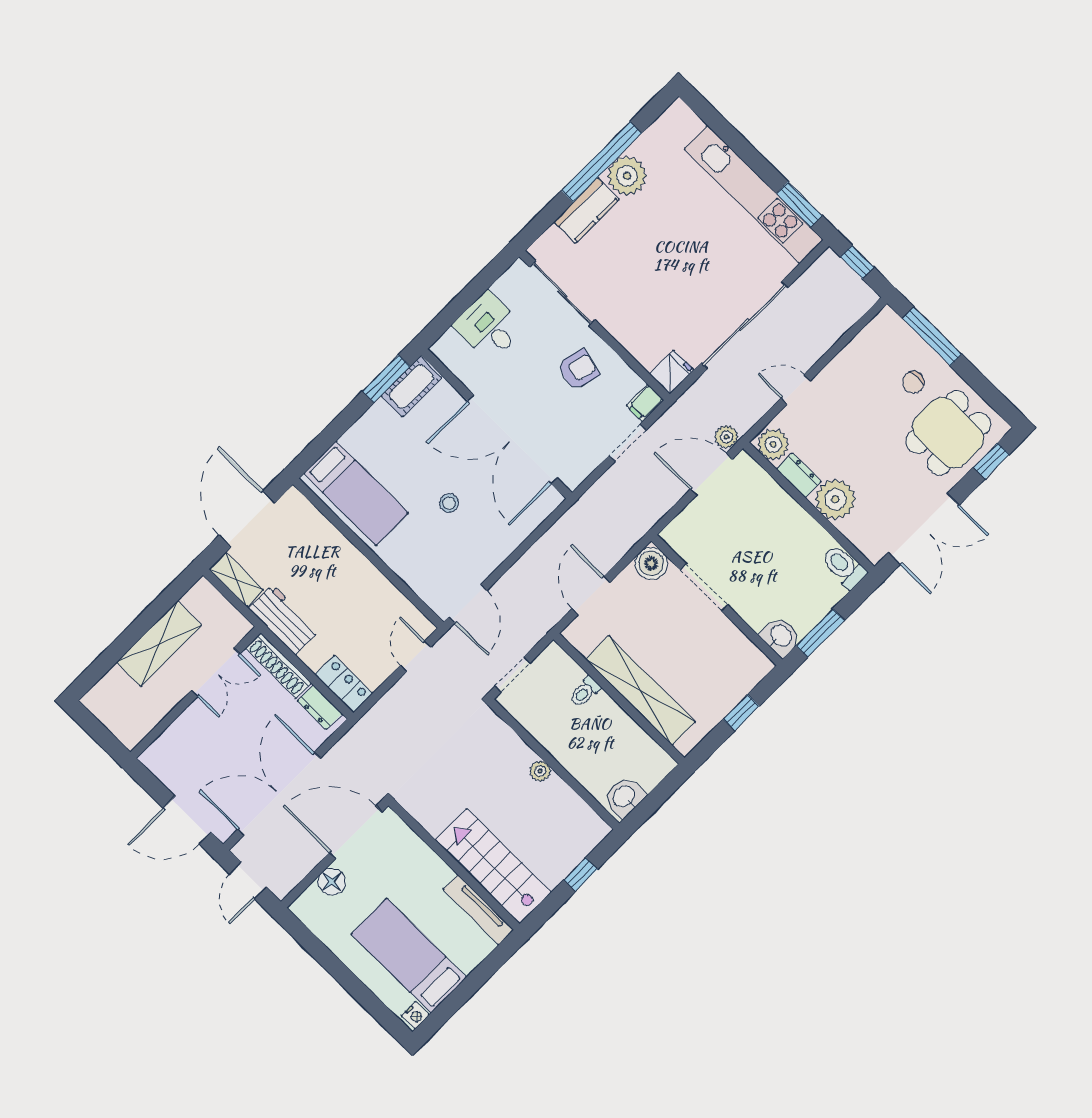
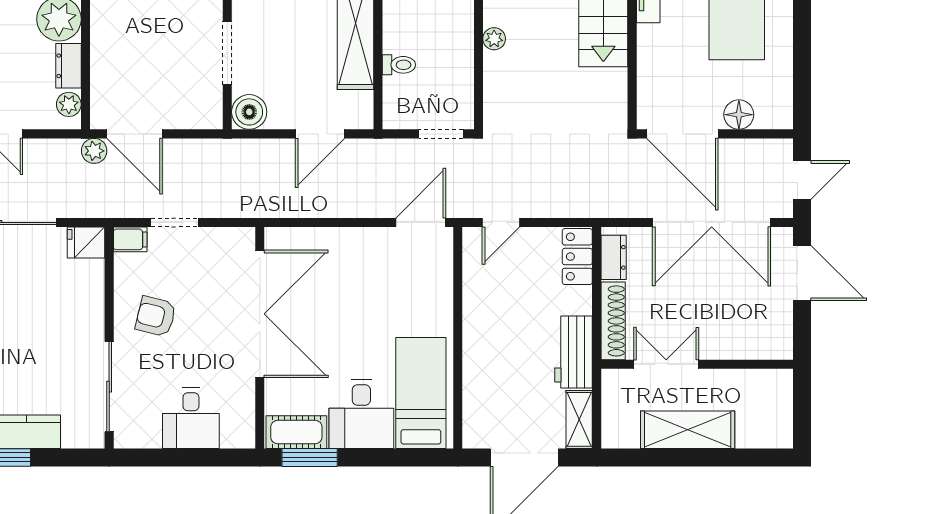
desk: (381, 441) -> (361, 414), added
plant: (773, 444) -> (69, 104), width x0.73, depth x0.73
stool: (449, 503) -> (357, 314), removed

